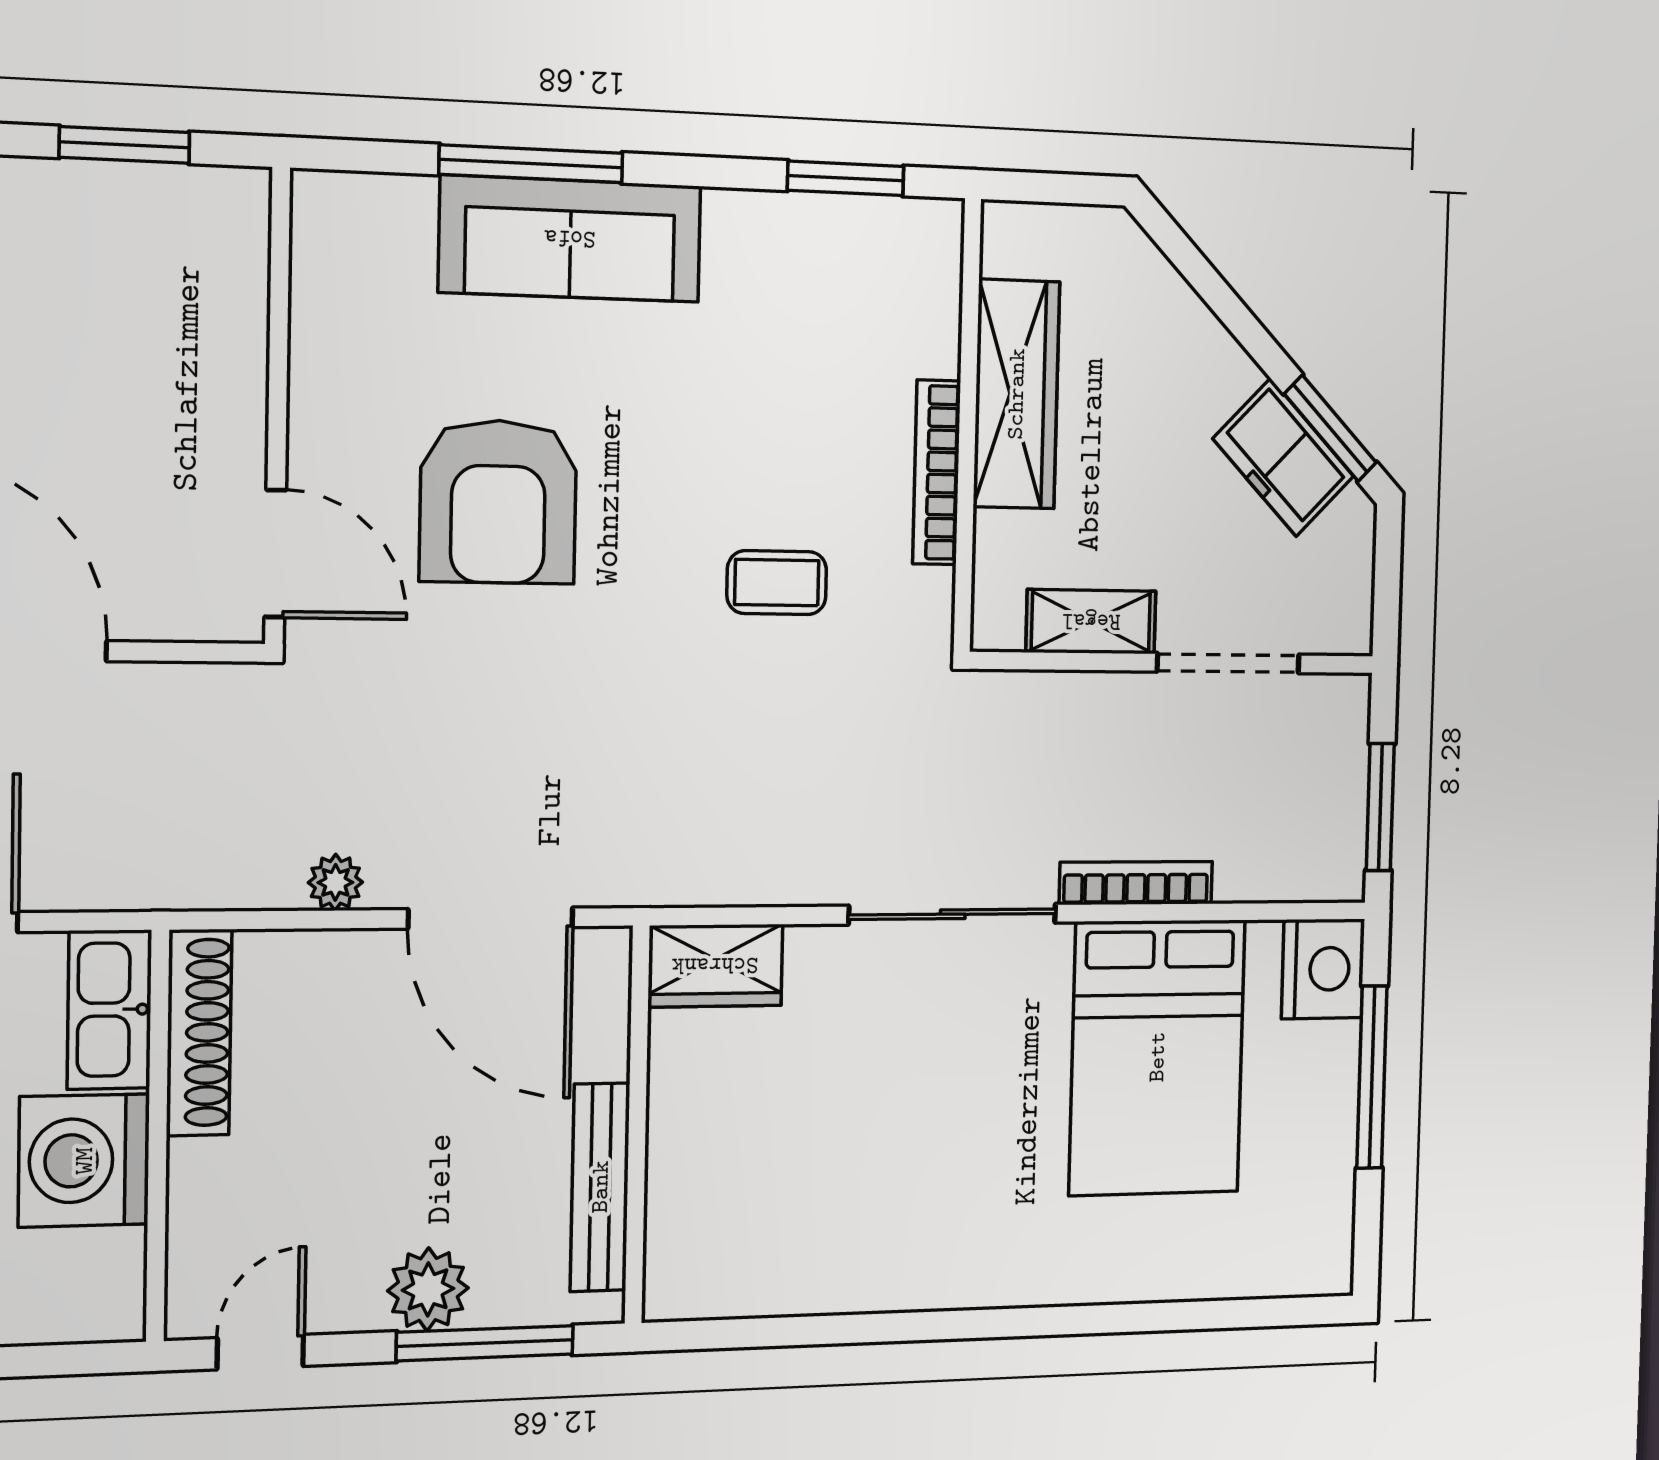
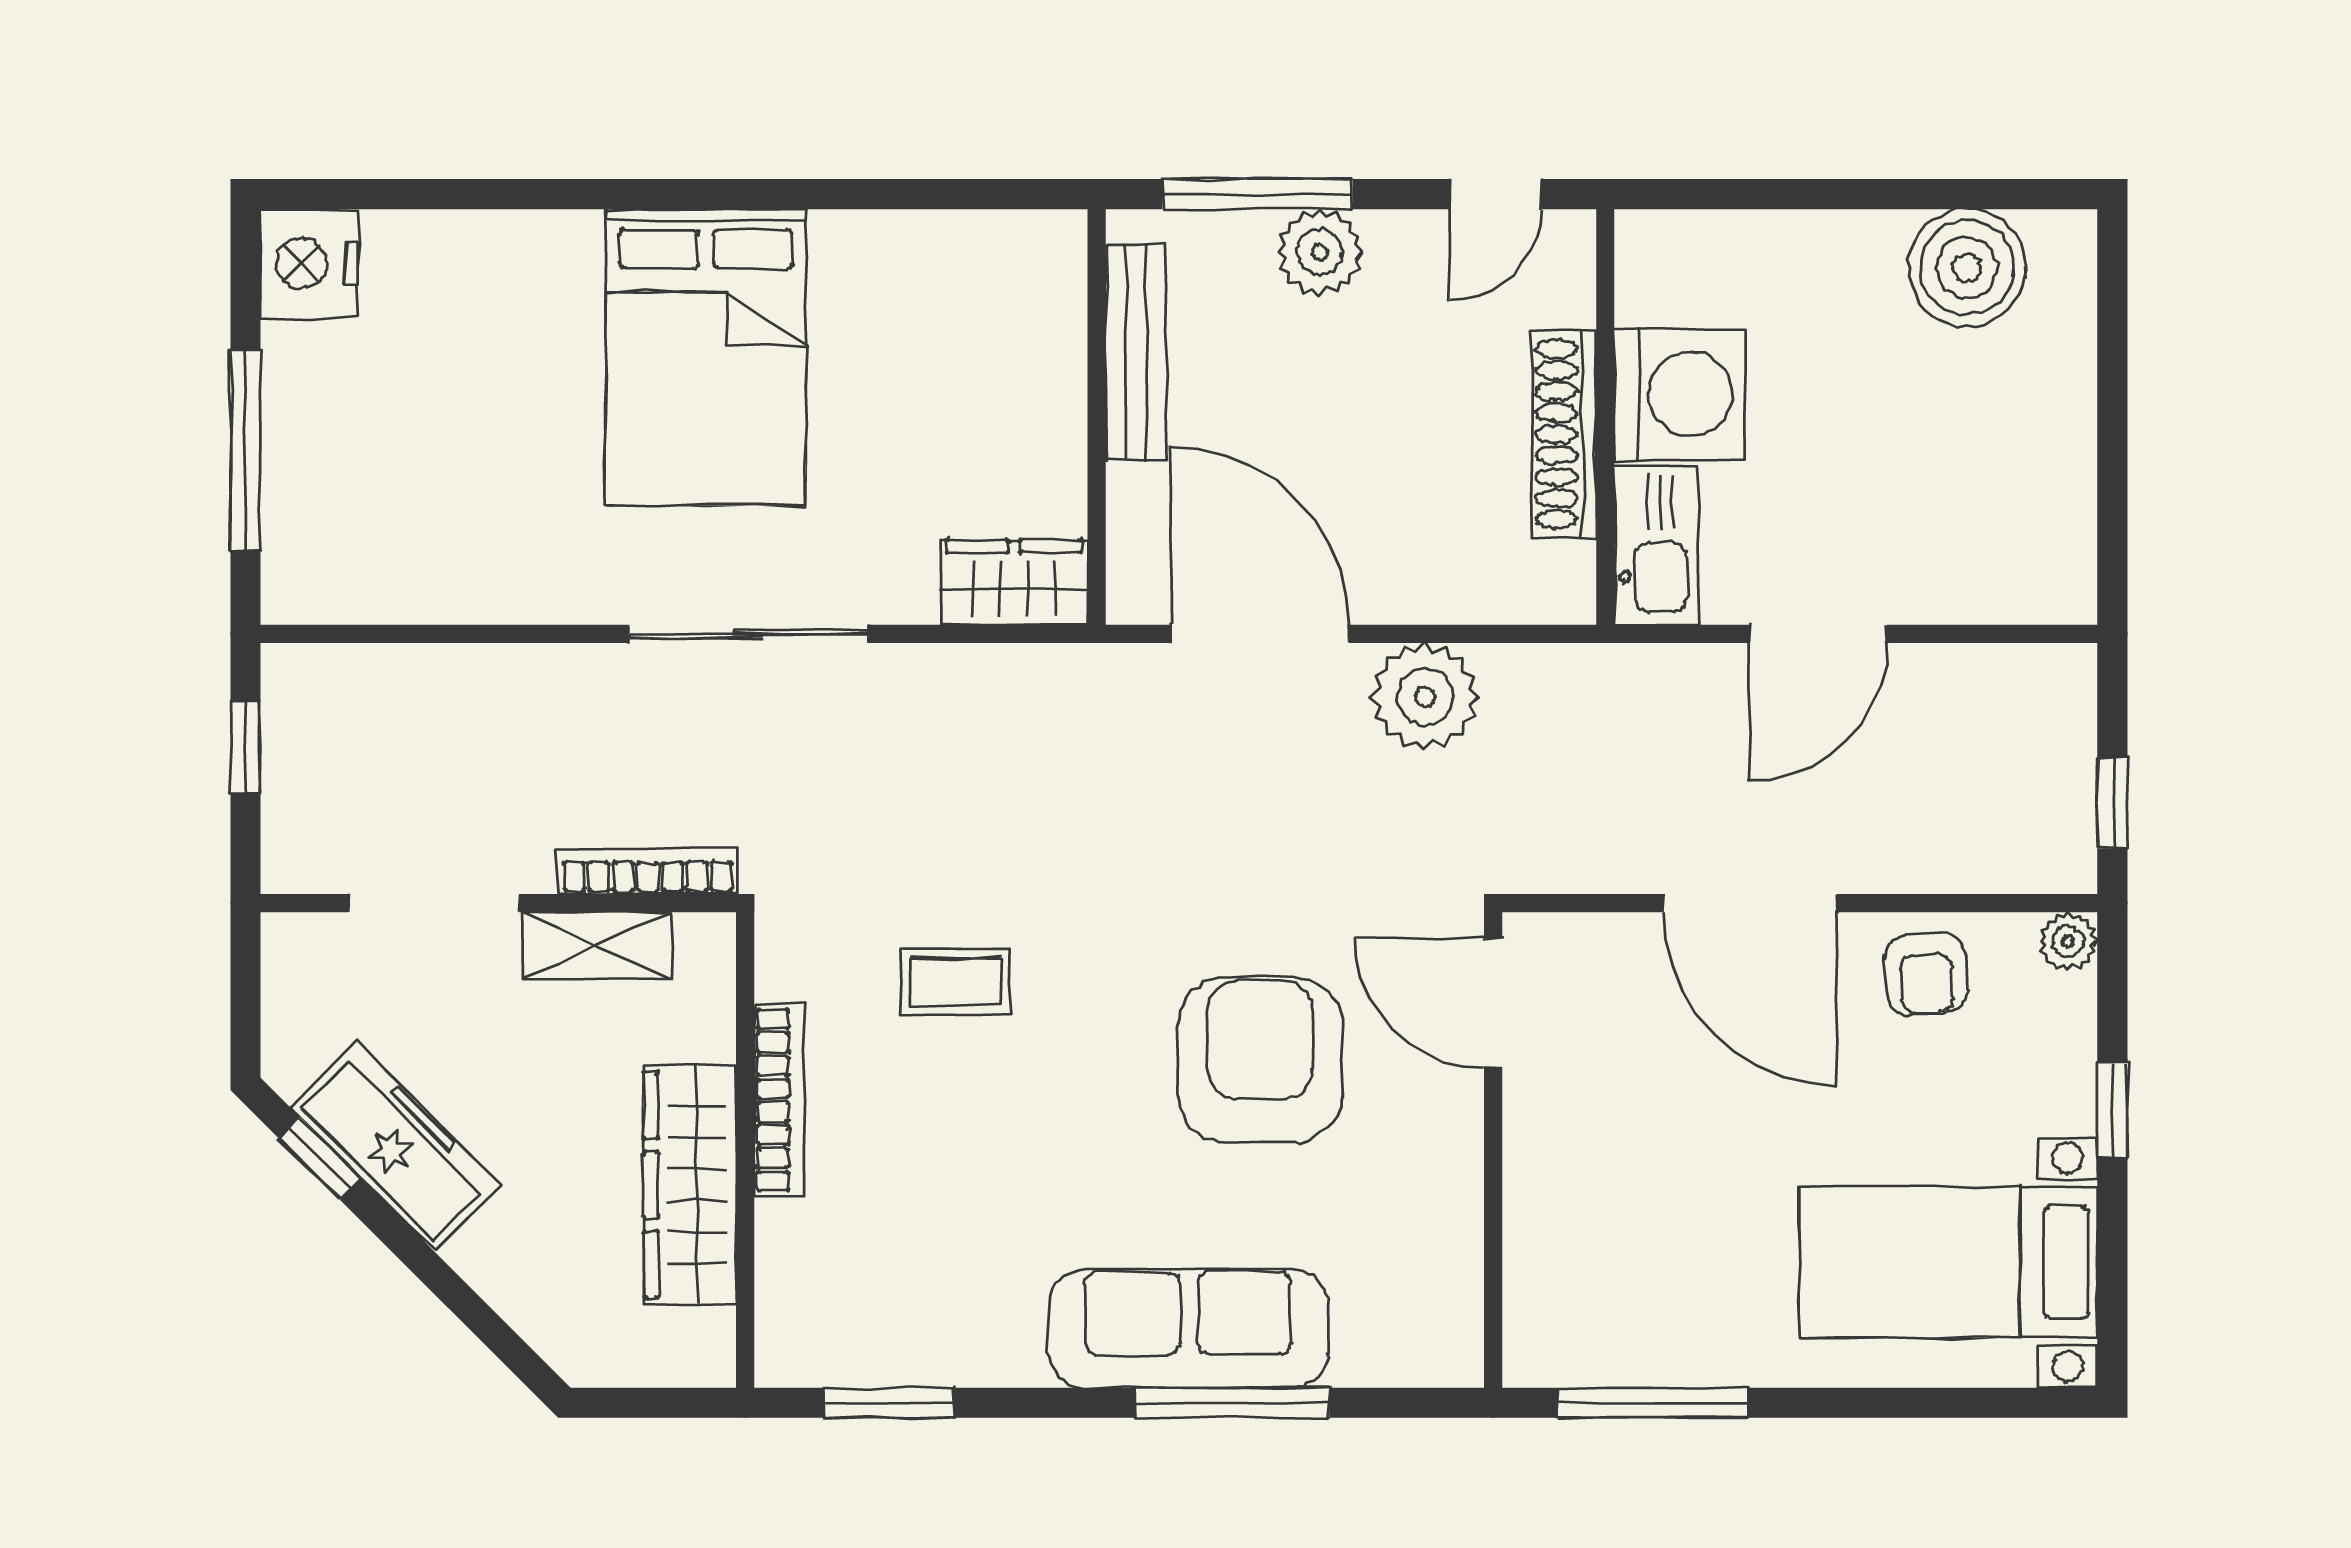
window: (124, 145) -> (1653, 1403), width x1.44
window: (1330, 428) -> (320, 1158), width x0.67
freezer: (1283, 457) -> (396, 1146), width x1.40
window: (1380, 807) -> (245, 747), width x0.67
plant: (335, 882) -> (1425, 696), width x1.88, depth x1.88
bookcase: (1136, 883) -> (648, 871), moved, turned 180
nightstand: (1323, 969) -> (309, 263), moved
shoe rack: (199, 1033) -> (1564, 434), moved
bed: (1157, 1057) -> (706, 357), moved, turned 180

